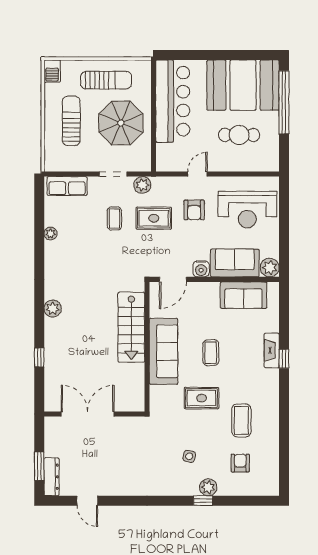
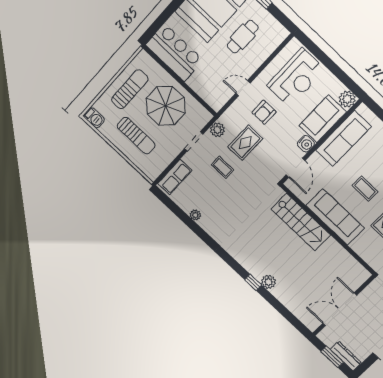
bar counter: (173, 101) -> (174, 52), width x0.73
sun lounger: (71, 121) -> (136, 136), turned 180
door: (197, 174) -> (243, 88), hinge flipped
armchair: (194, 210) -> (264, 112), turned 90
sofa: (243, 295) -> (344, 138), width x1.36
plant: (53, 309) -> (269, 282), moved
window: (39, 357) -> (253, 282), moved
double door: (88, 414) -> (340, 309), moved
wall: (94, 414) -> (344, 305), moved

